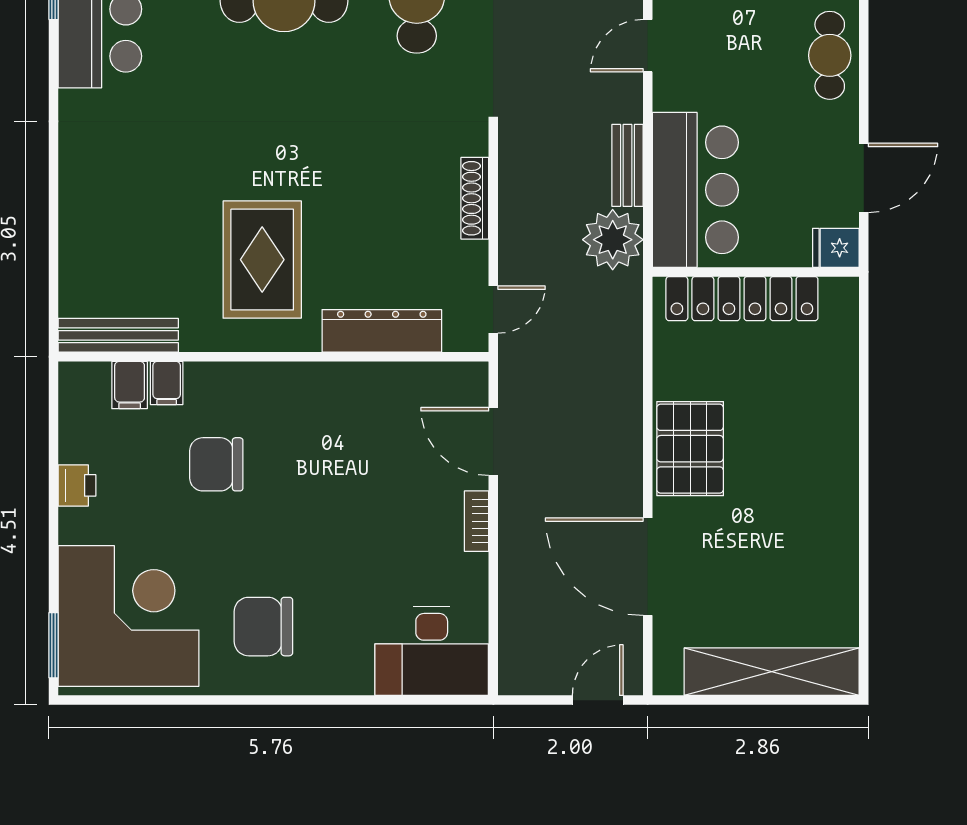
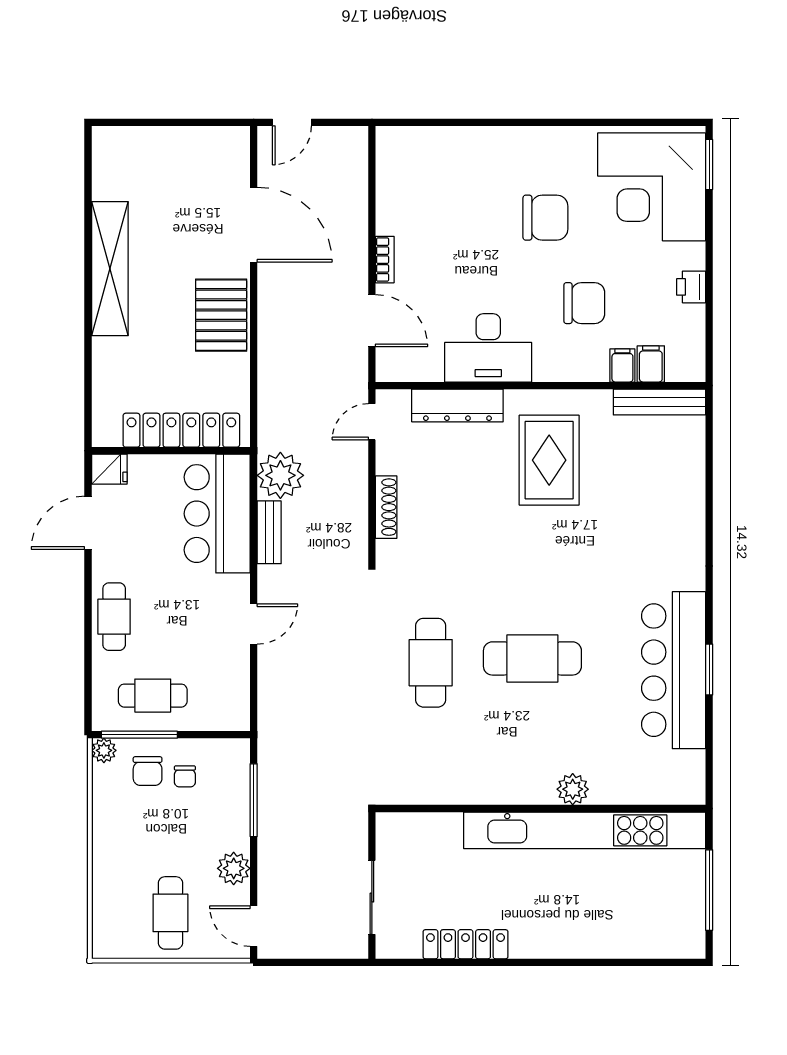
chair: (263, 627) -> (545, 218), moved
desk: (432, 651) -> (488, 348), moved, turned 180
shelving: (772, 672) -> (110, 269), moved, turned 90

